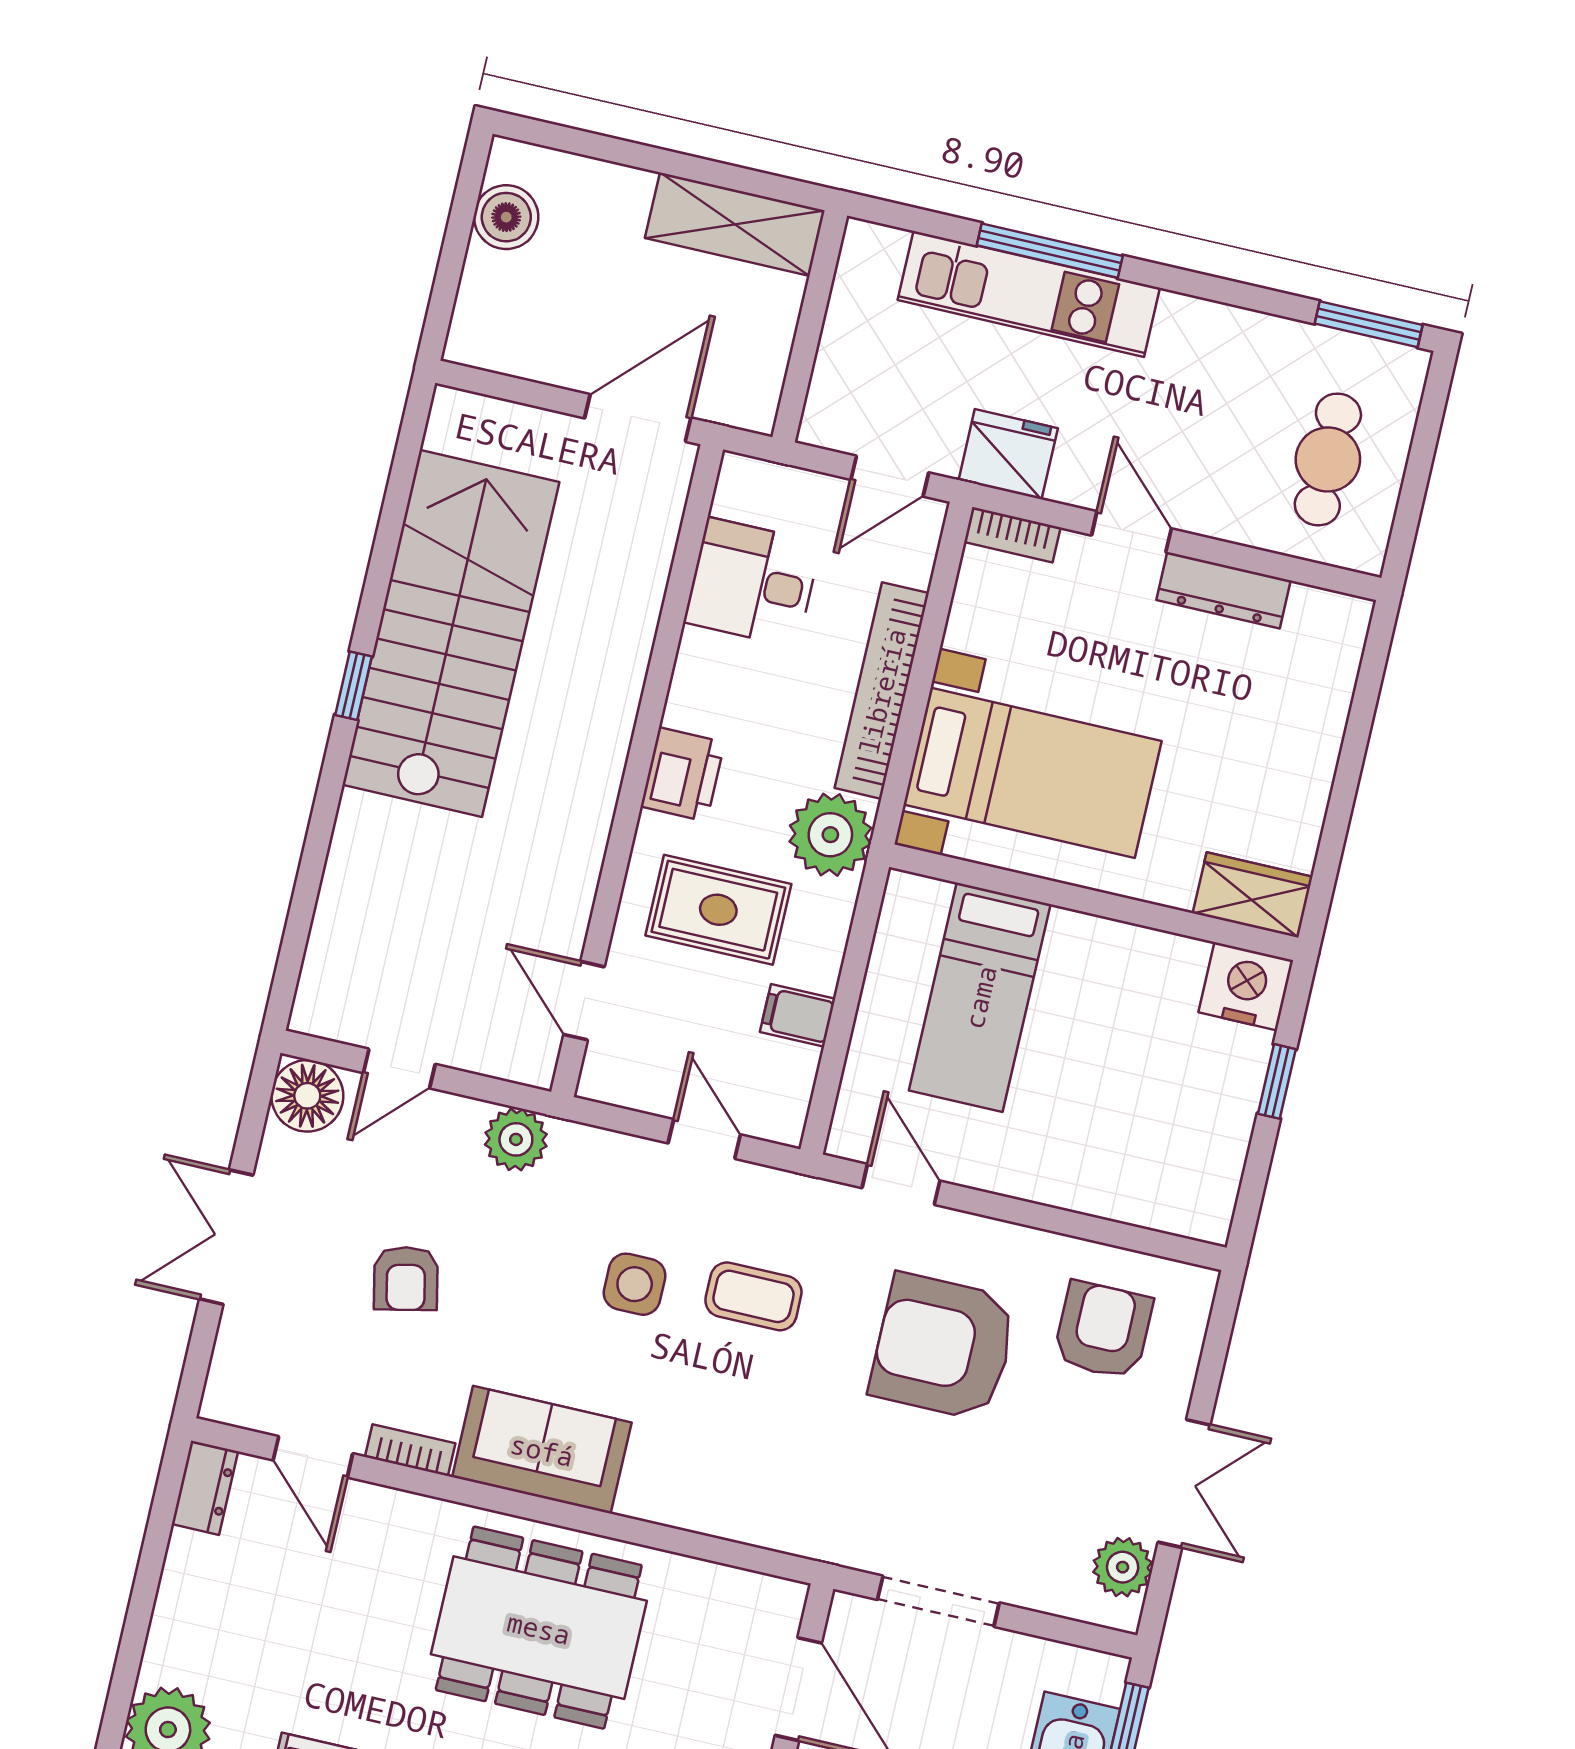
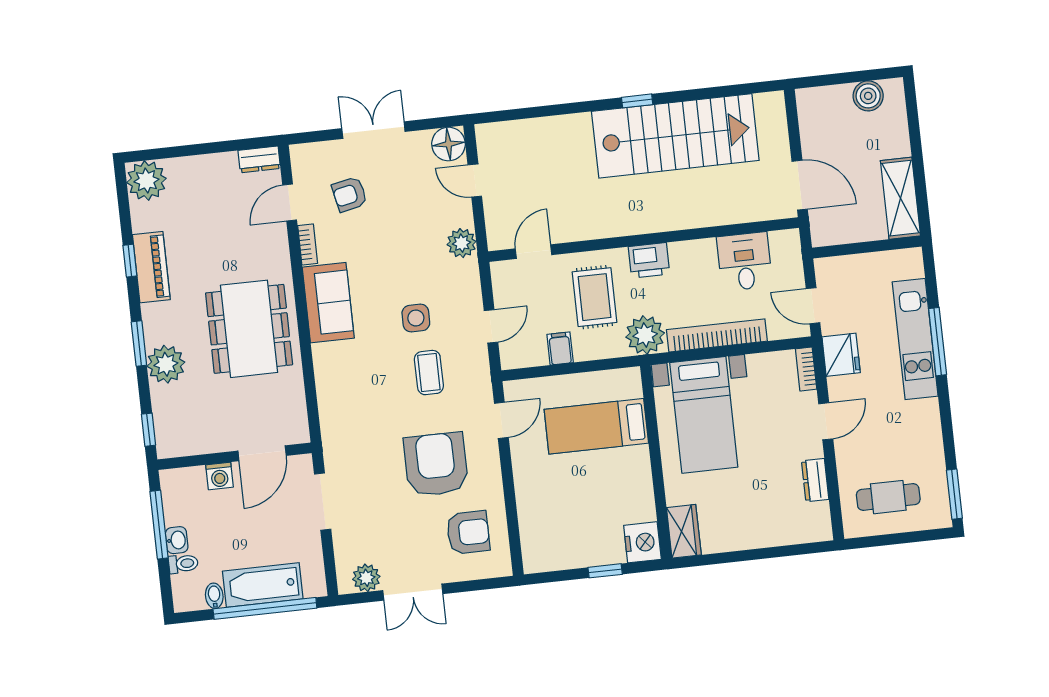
dresser: (1224, 590) -> (815, 480), width x0.70
armchair: (406, 1279) -> (350, 194), moved

